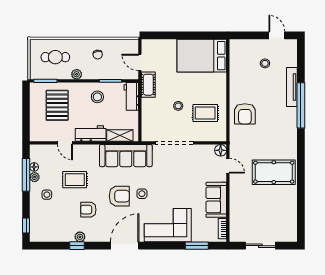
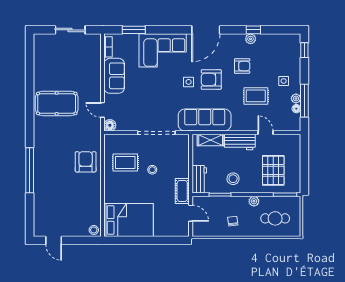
stool: (265, 63) -> (94, 230), moved
tv unit: (292, 87) -> (39, 189), removed

